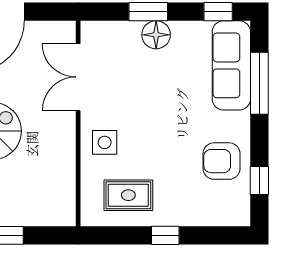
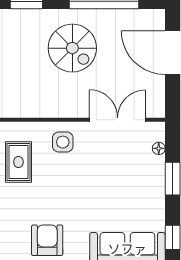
floor lamp: (156, 35) -> (159, 148), moved, width x0.53, depth x0.53

